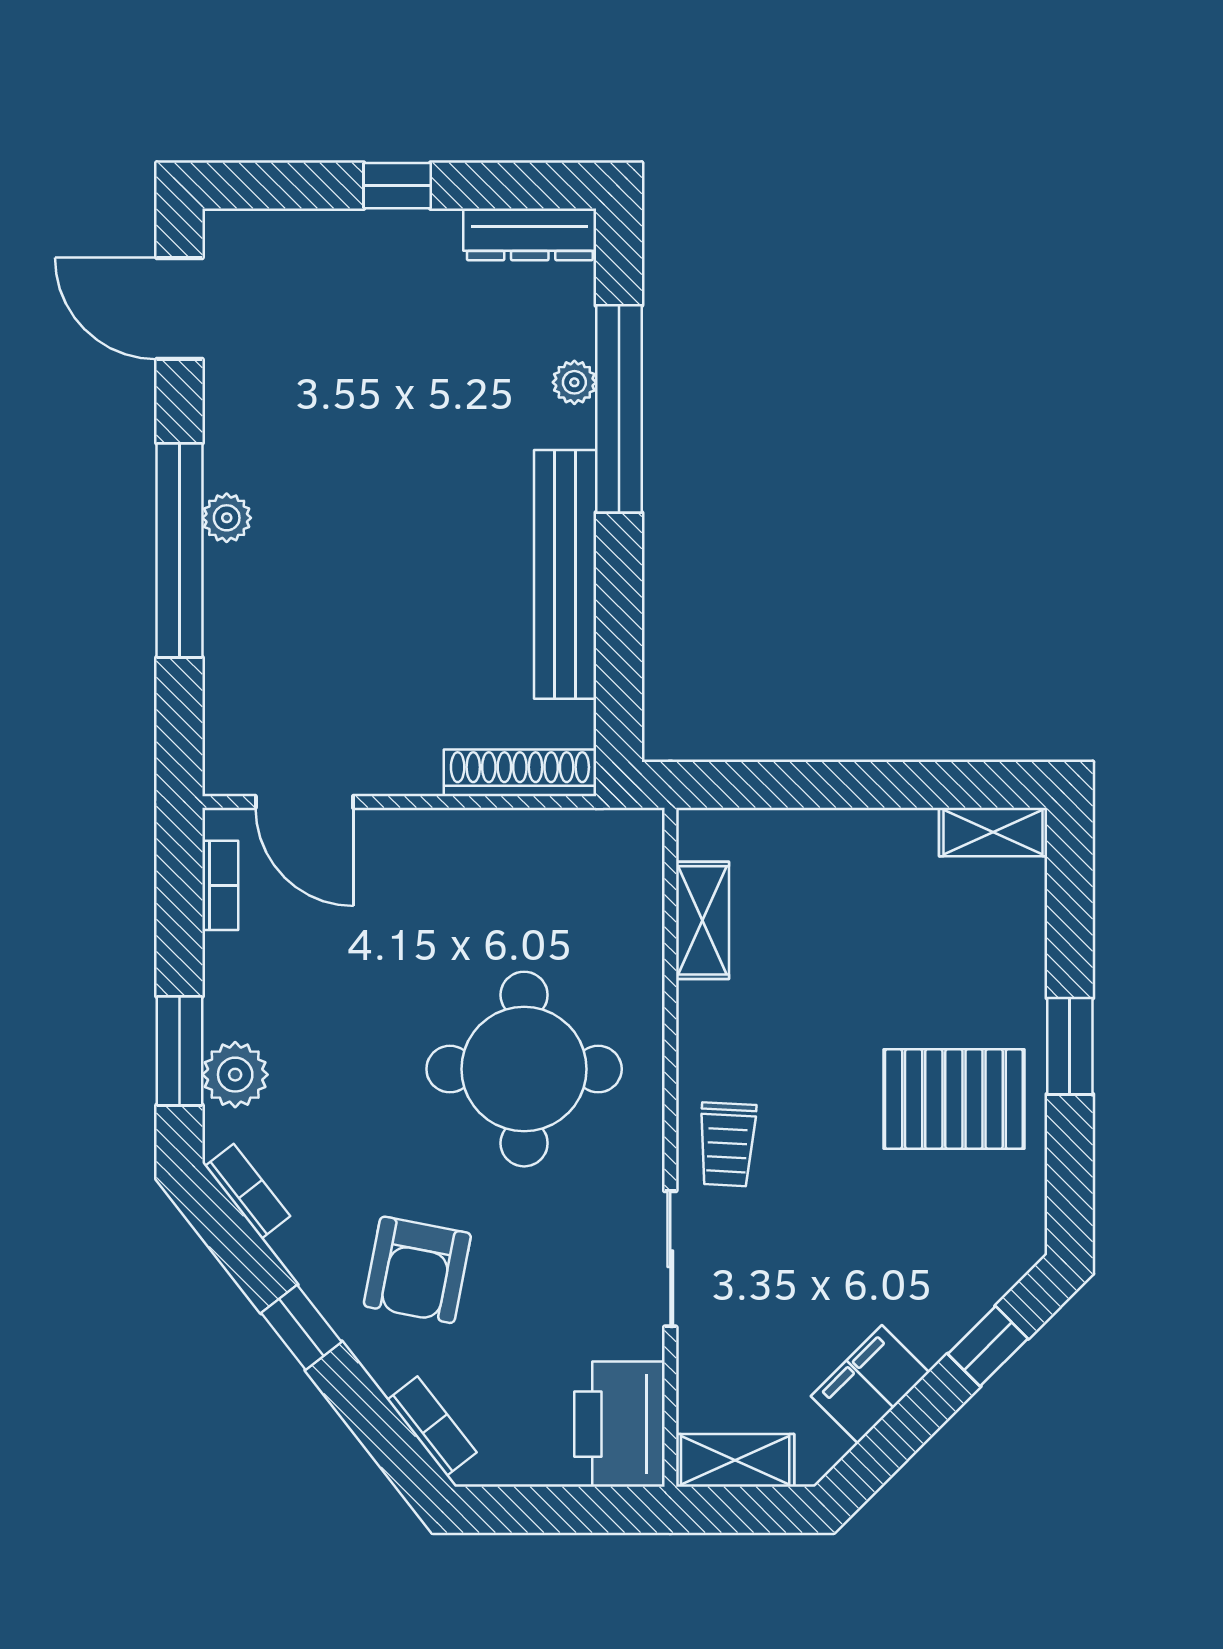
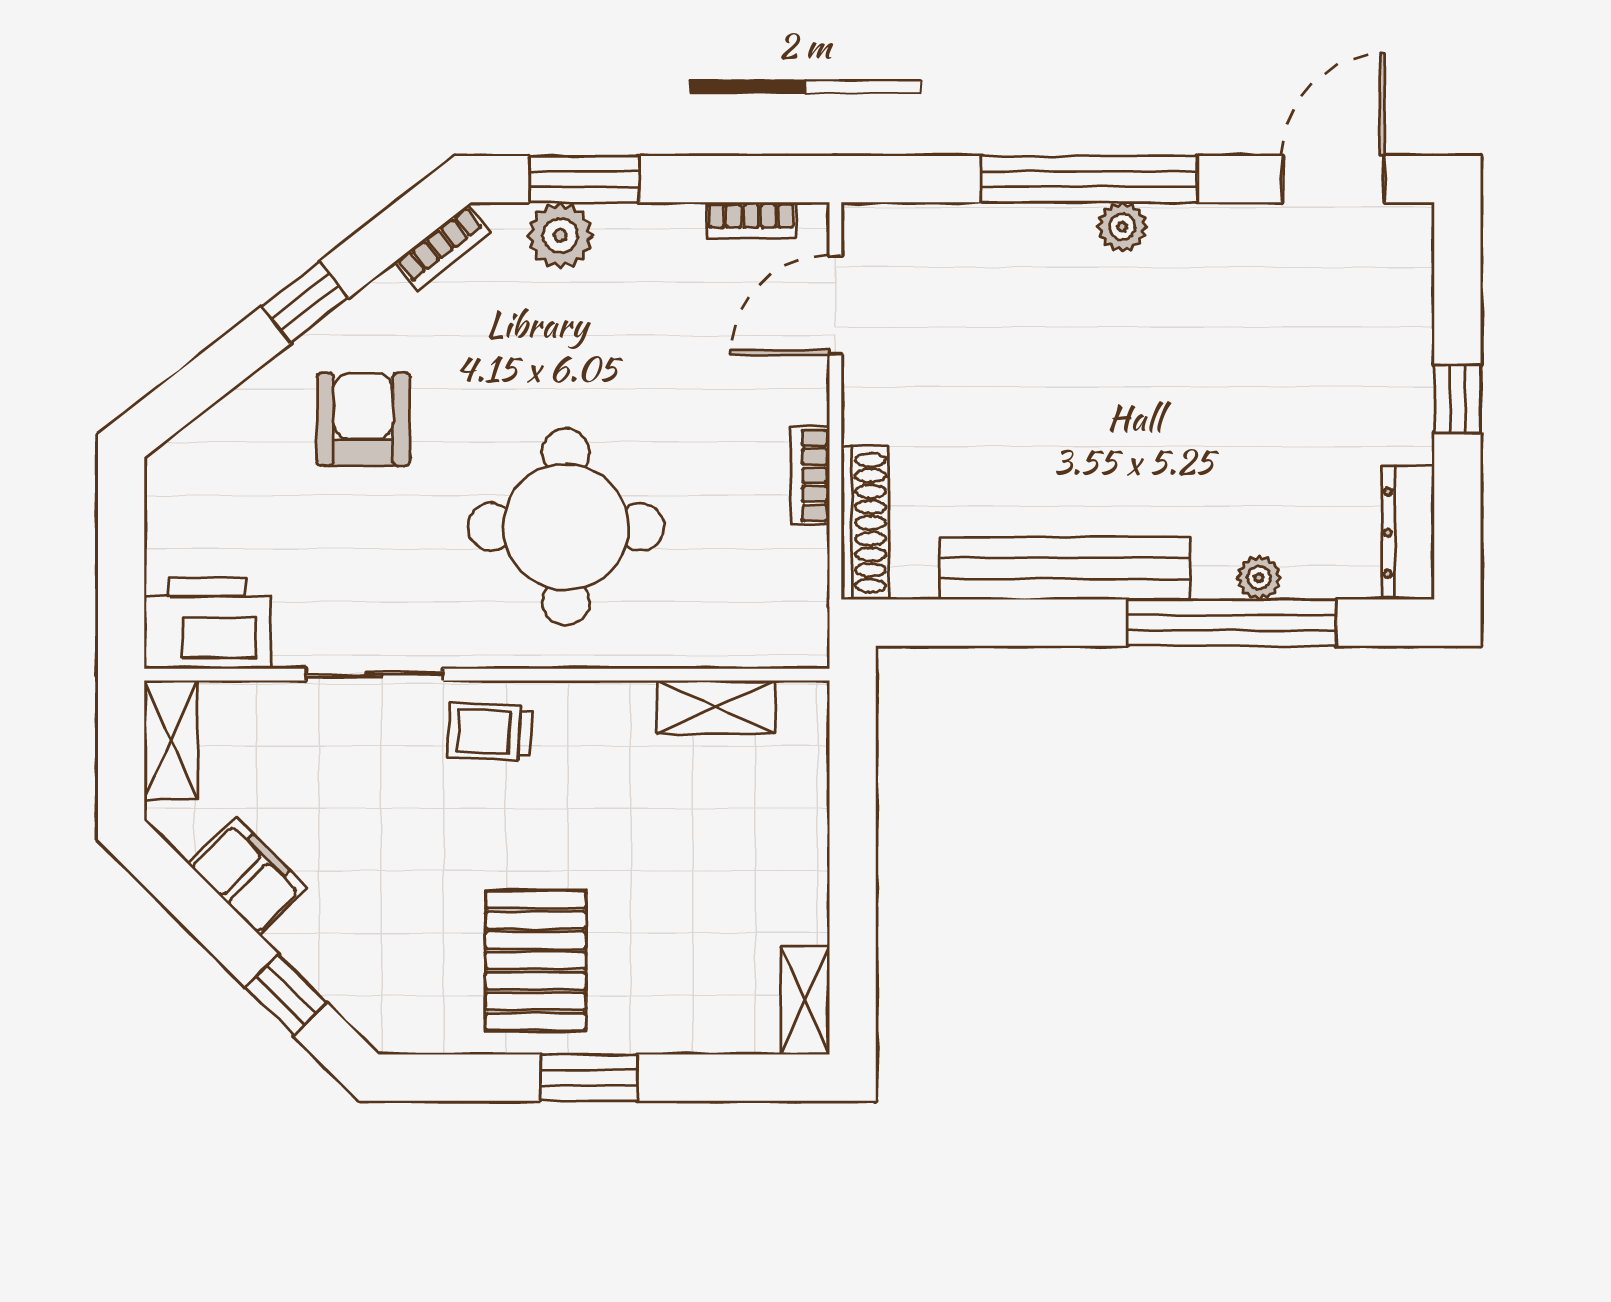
armchair: (417, 1270) -> (363, 419), turned 79
bookcase: (432, 1426) -> (810, 475), moved, turned 128

